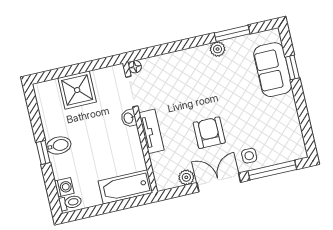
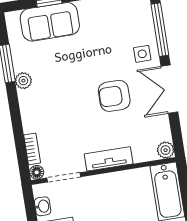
bookcase: (156, 61) -> (32, 149), added
washbasin: (129, 118) -> (43, 206), moved, turned -90
plant: (186, 177) -> (166, 150), moved

